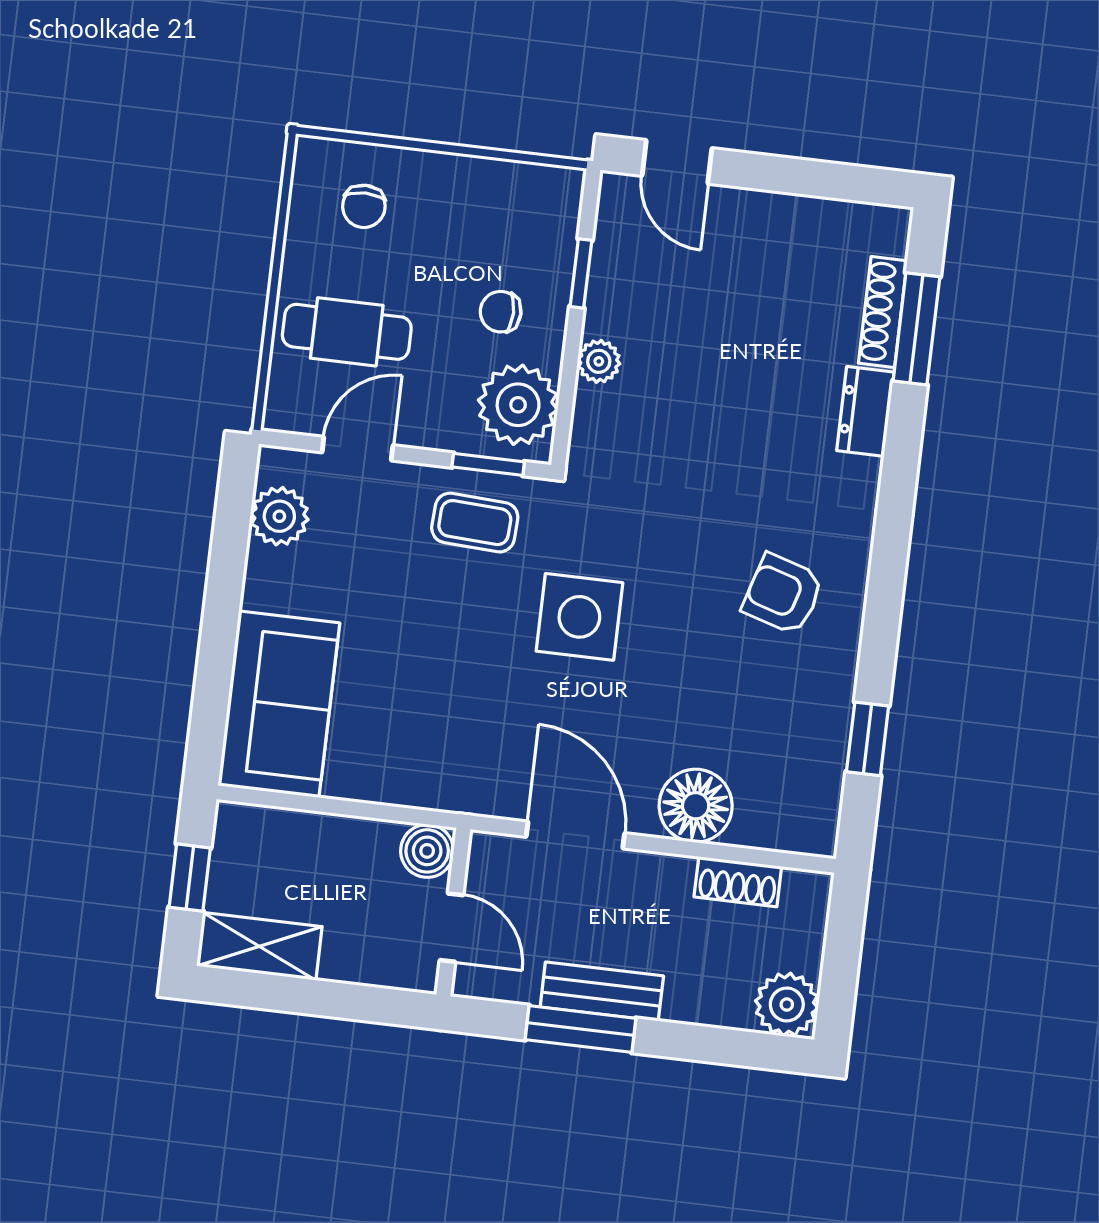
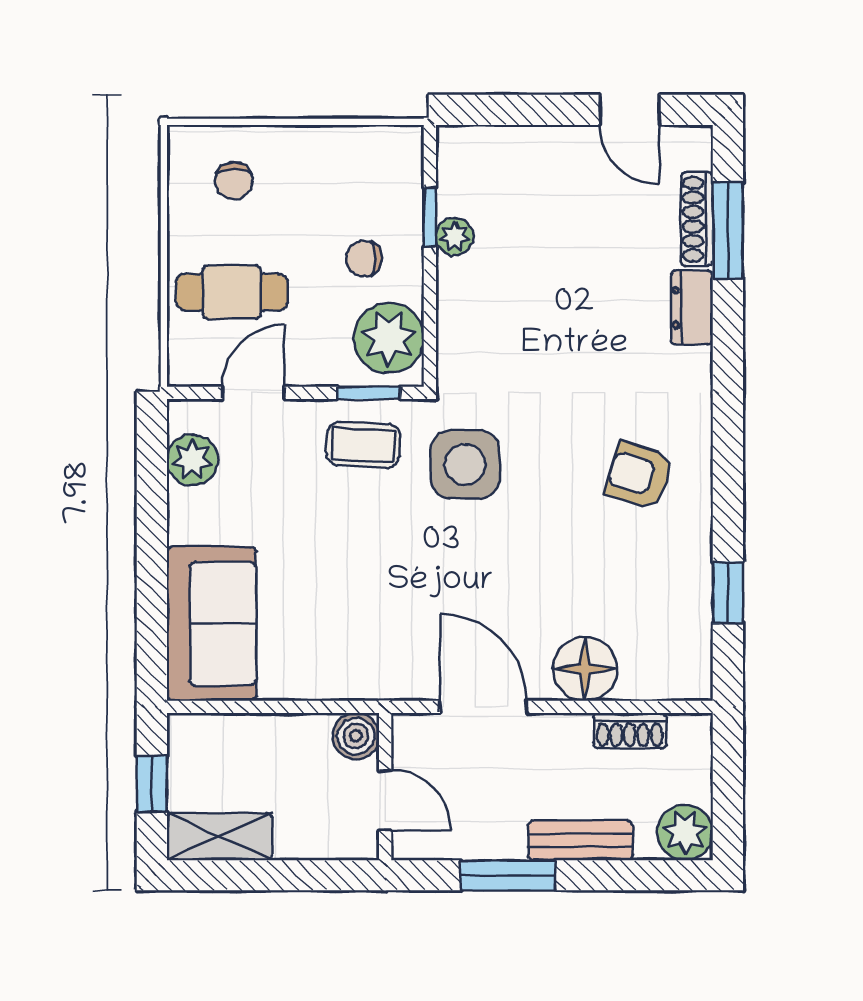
door: (677, 162) -> (630, 110), moved
plant: (599, 361) -> (455, 237), moved
side table: (579, 617) -> (465, 464), moved
bench: (602, 991) -> (581, 840), moved

